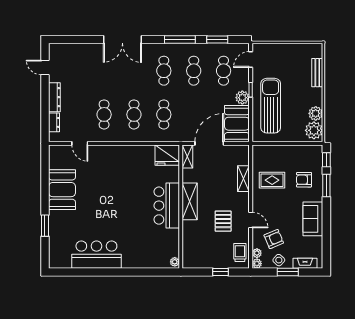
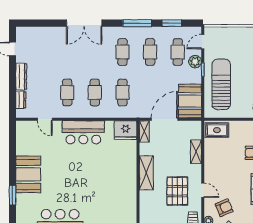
plant: (242, 98) -> (195, 62), moved
rug: (272, 180) -> (217, 130), moved
booth: (62, 190) -> (28, 174), moved
bar counter: (167, 206) -> (83, 132), moved, turned -90
pallet: (223, 221) -> (177, 191), width x1.50, depth x1.42

